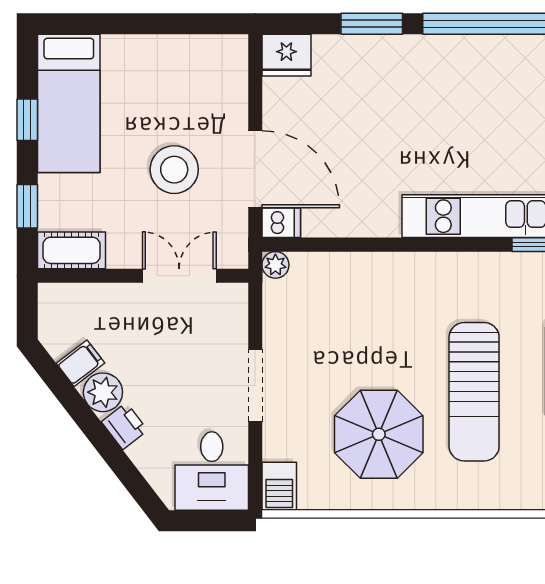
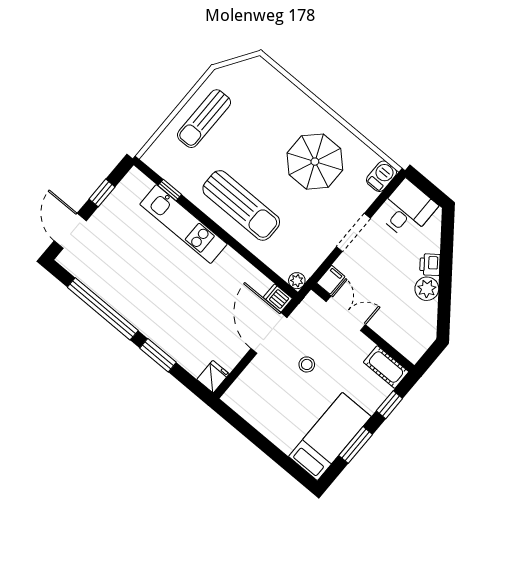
fridge: (286, 55) -> (213, 377), width x0.72
window: (27, 120) -> (356, 445), width x1.50
stool: (174, 170) -> (307, 364), width x0.53, depth x0.53
double door: (179, 276) -> (346, 313), swing flipped
filing cabinet: (80, 363) -> (331, 280), moved, turned 128
sun lounger: (474, 392) -> (241, 205), moved, turned 90

